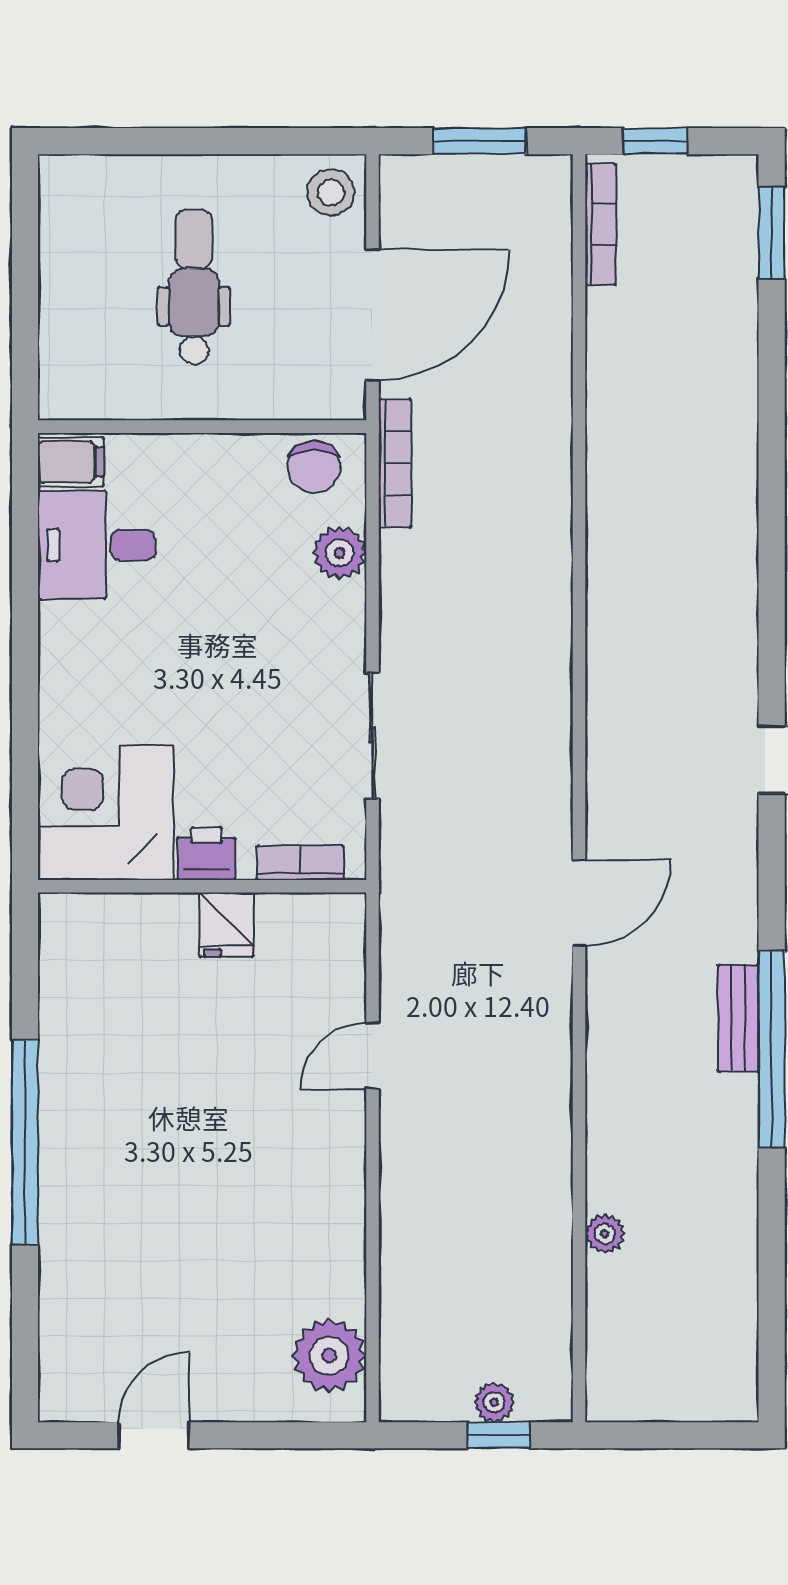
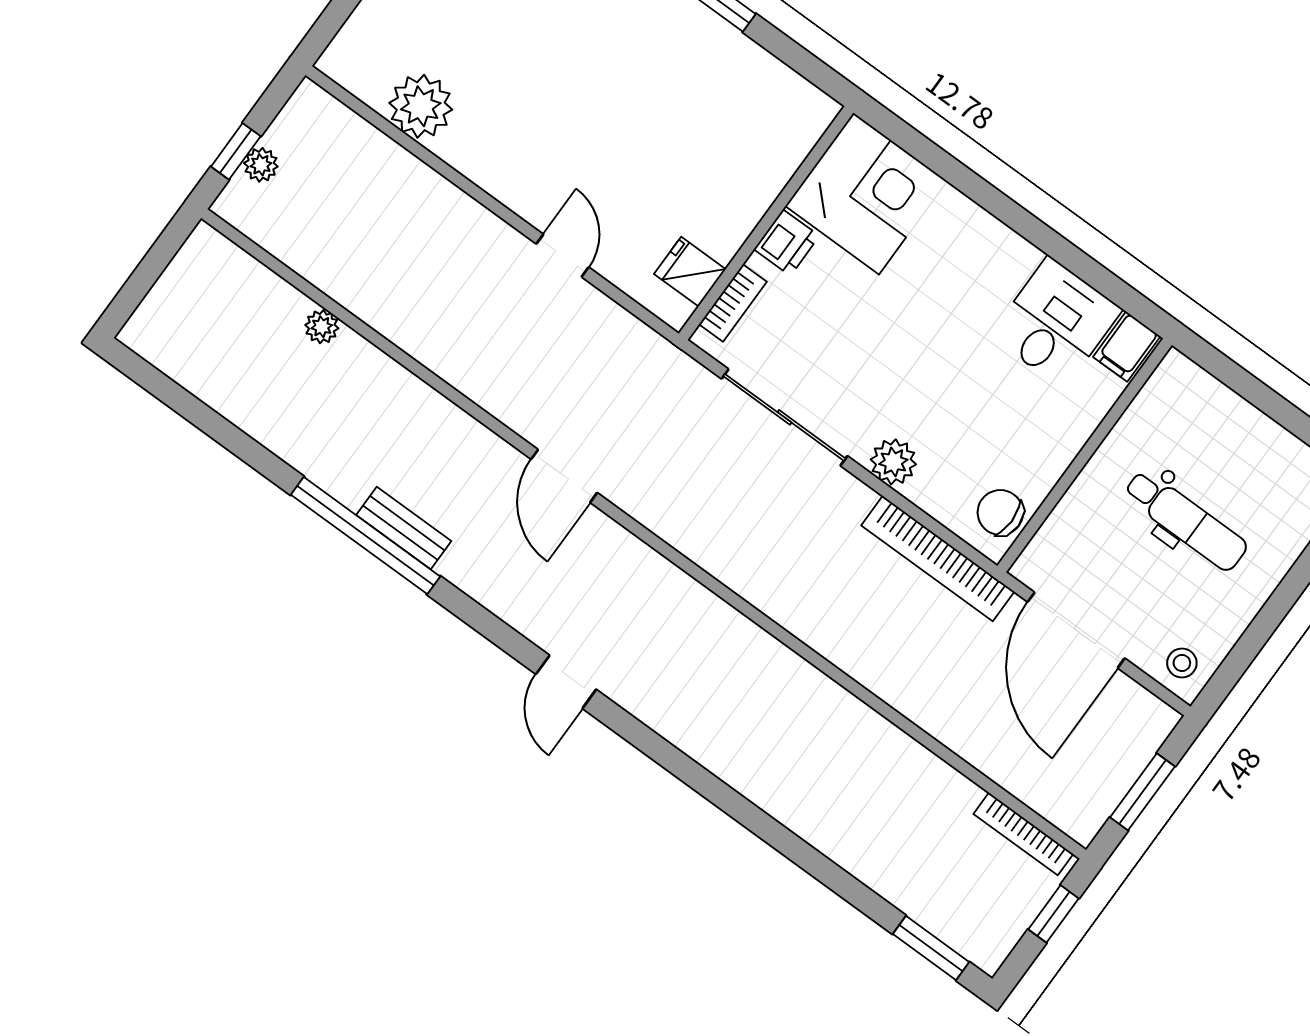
stool: (331, 192) -> (1182, 663), width x0.73, depth x0.73
bookcase: (395, 463) -> (938, 559), width x1.48, depth x1.31
plant: (340, 553) -> (893, 462), moved
sliding door: (372, 736) -> (784, 417), width x1.37
fridge: (226, 925) -> (690, 272), moved
plant: (329, 1356) -> (421, 106), moved

